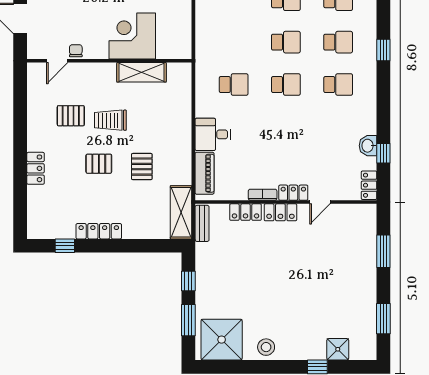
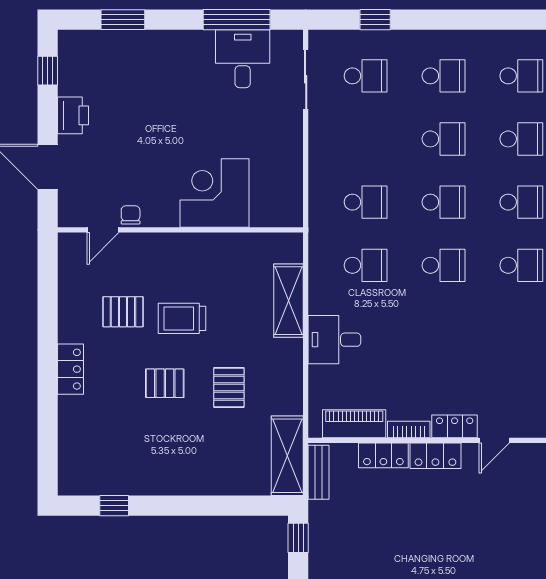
school desk: (234, 42) -> (366, 202), added
shelving: (142, 72) -> (289, 301), moved, turned 90
locker: (36, 168) -> (71, 369), moved
piano: (205, 173) -> (354, 424), moved, turned -90
locker: (99, 231) -> (165, 484), removed
window: (188, 281) -> (298, 538), moved

